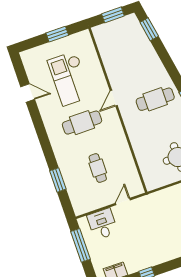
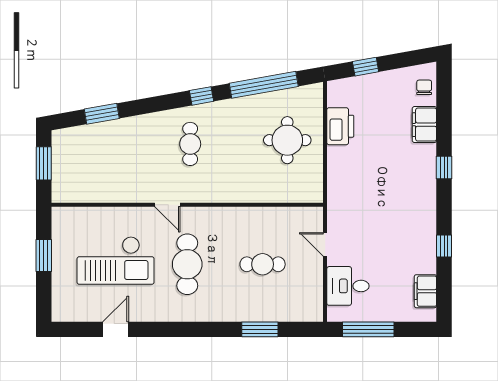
window: (149, 29) -> (102, 114), moved
cafe table: (155, 99) -> (190, 144), width x0.73, depth x0.74

